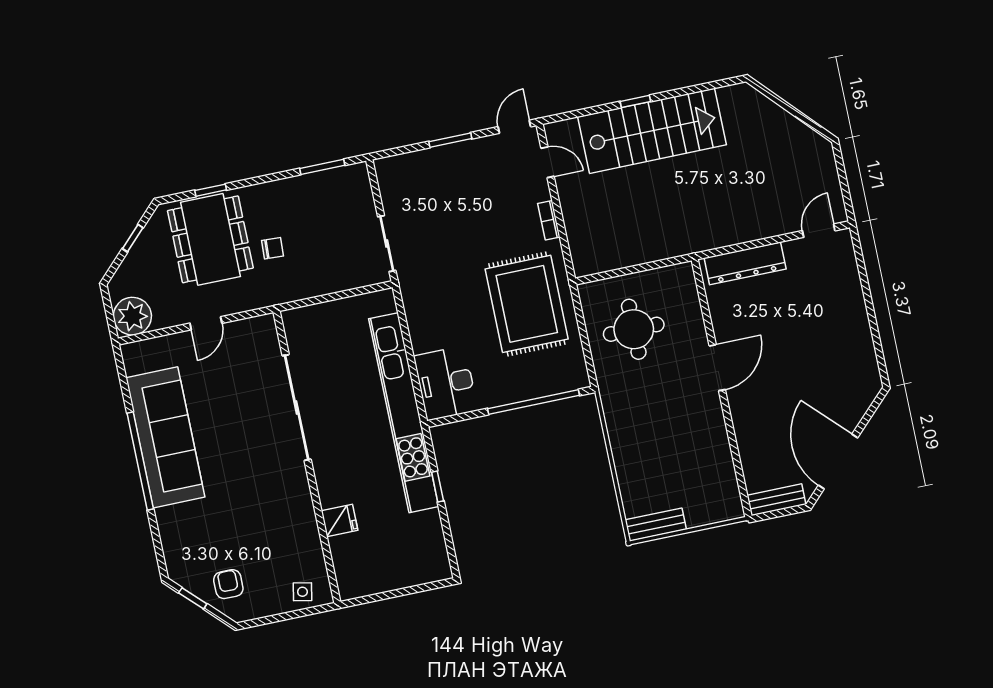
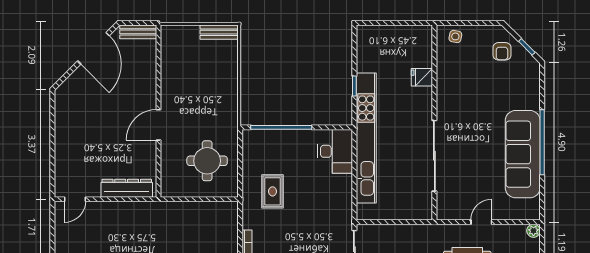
rug: (527, 304) -> (273, 191), width x0.54, depth x0.49
plant: (132, 316) -> (533, 231), width x0.53, depth x0.53

